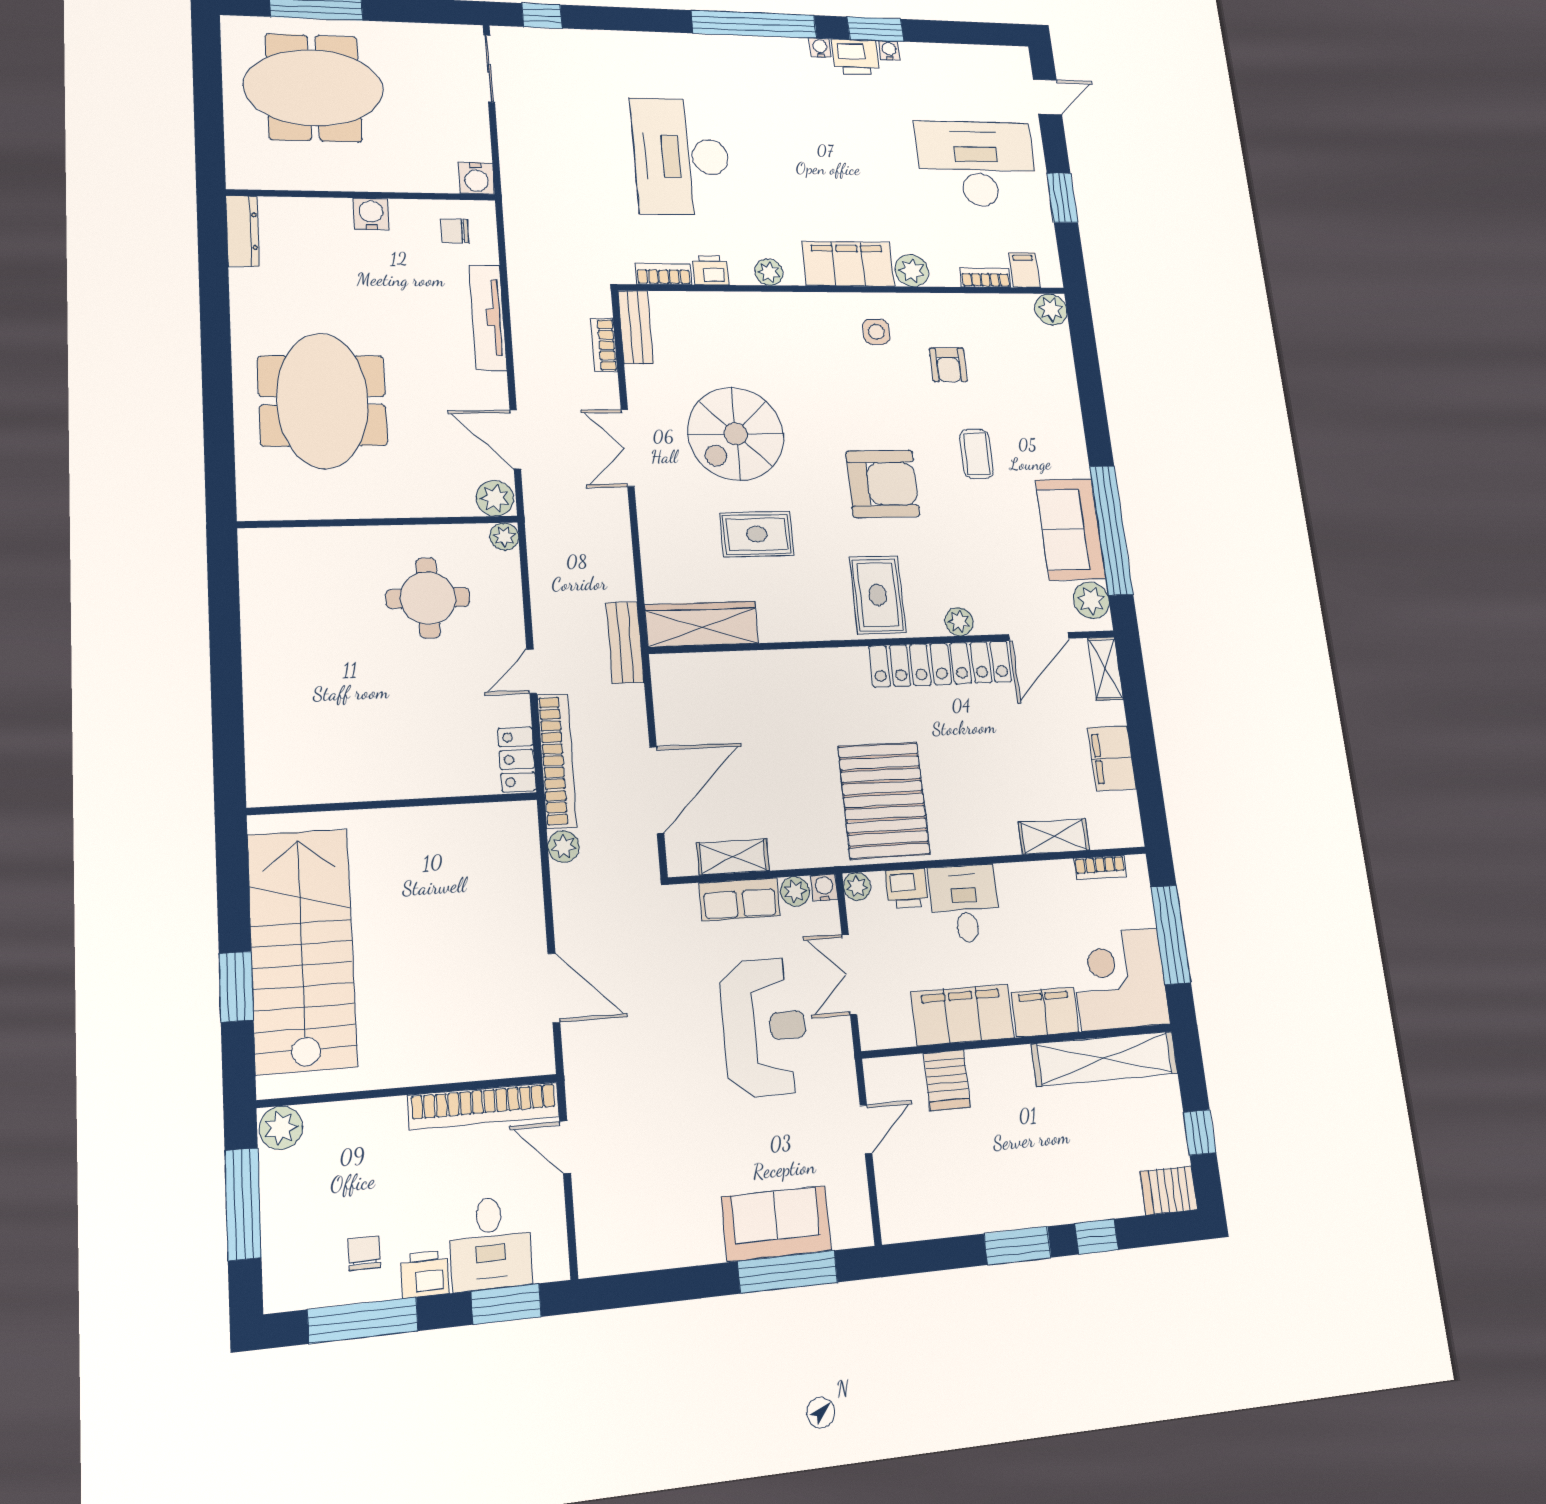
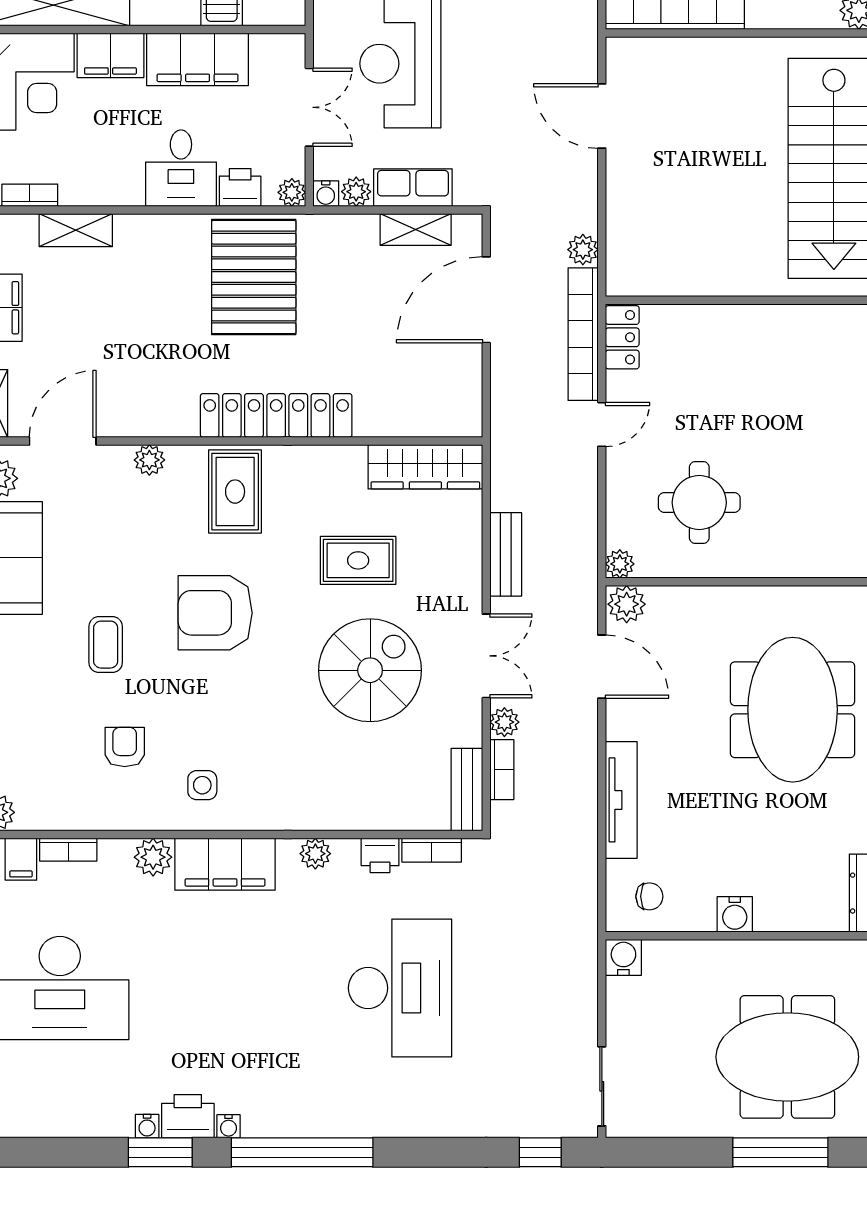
plant: (605, 388) -> (504, 722), added
bench: (625, 643) -> (506, 554), moved
locker: (941, 664) -> (276, 415), moved

